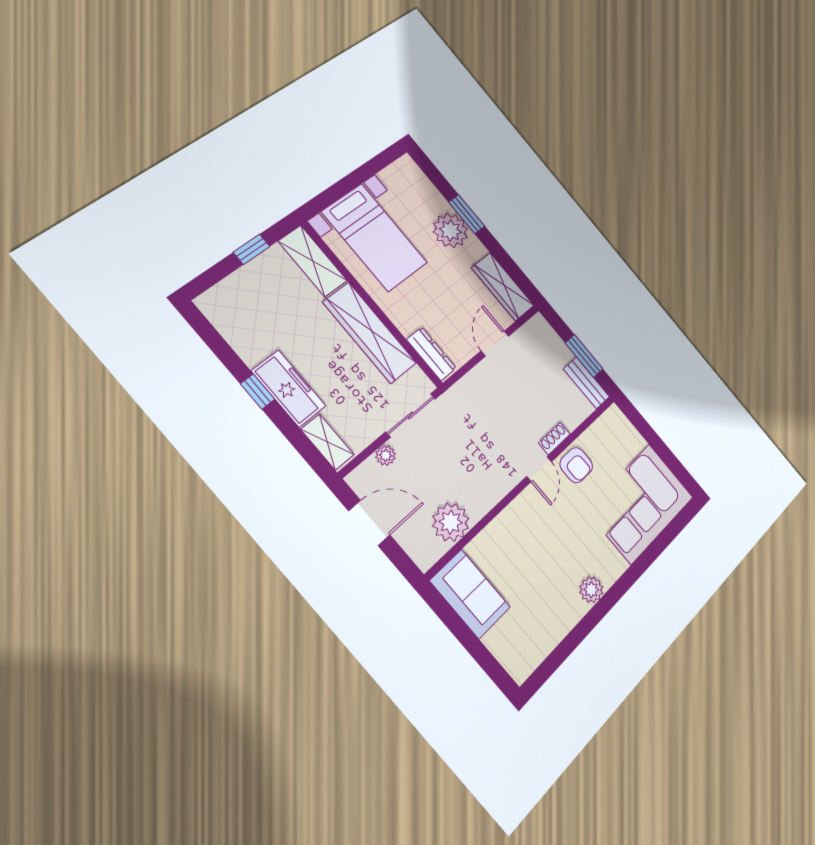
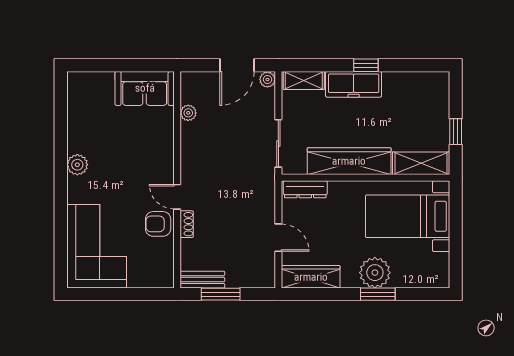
plant: (386, 455) -> (267, 80), moved
plant: (451, 522) -> (188, 113), width x0.53, depth x0.53

